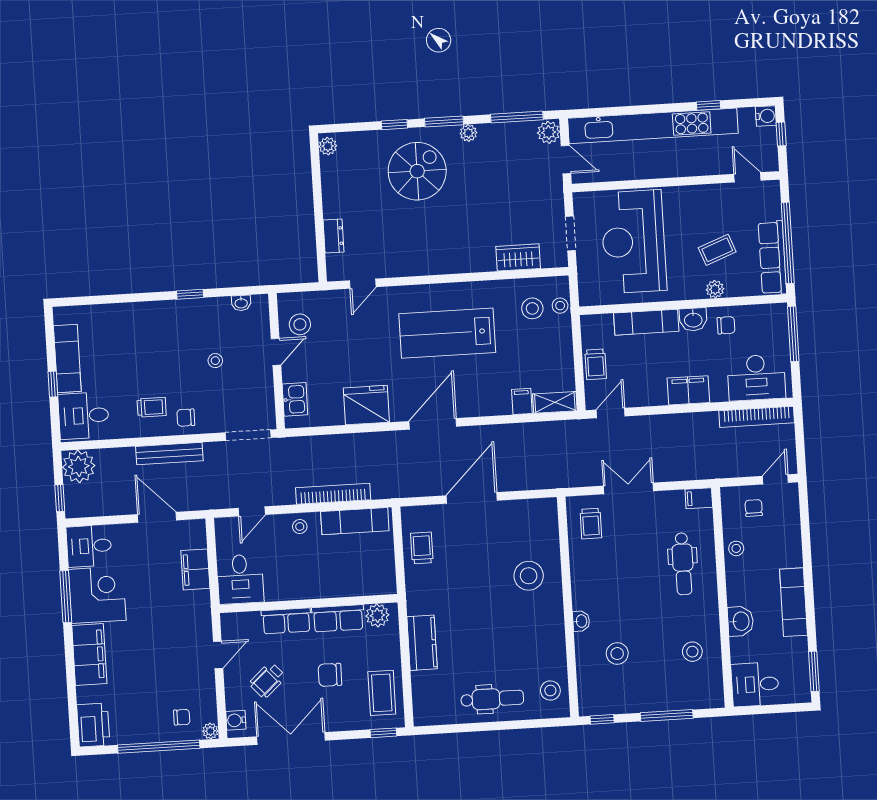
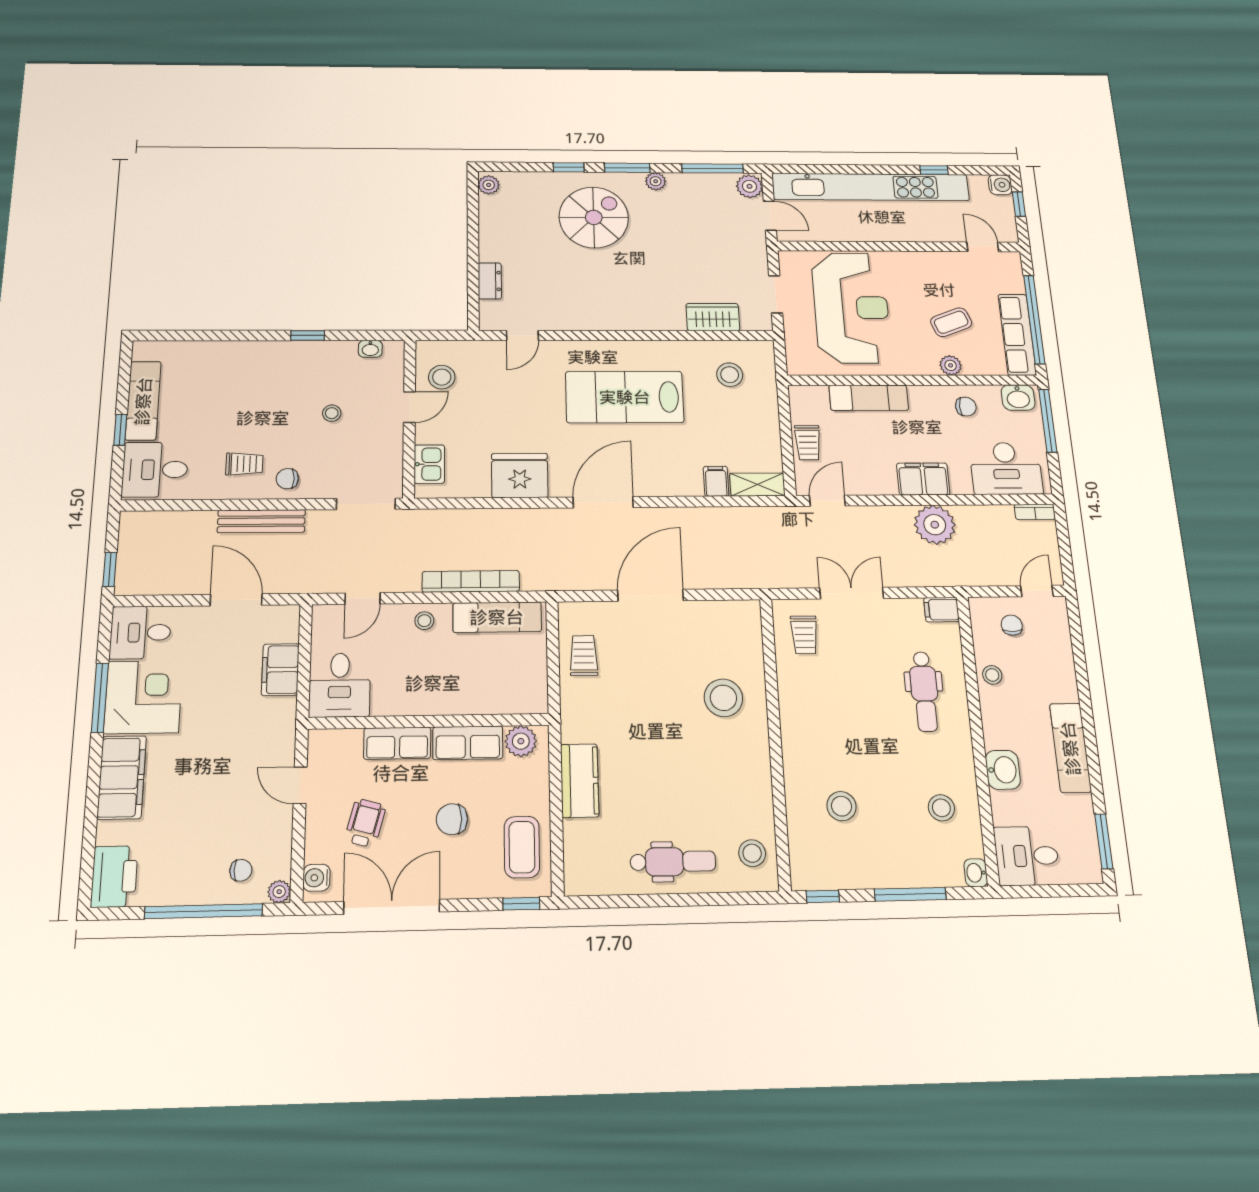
reception desk: (634, 242) -> (851, 308), turned 180
stool: (560, 306) -> (764, 373), removed
washbasin: (693, 319) -> (1018, 398), moved
bookcase: (757, 417) -> (1035, 512), width x0.43, depth x0.76
plant: (79, 466) -> (935, 525), moved
washbasin: (581, 621) -> (976, 873), moved, turned 180
door: (218, 655) -> (300, 785), swing flipped
wheelchair: (267, 680) -> (365, 823), turned 147

